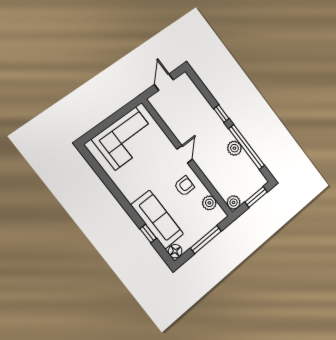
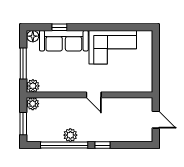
corner sofa: (126, 138) -> (113, 47), moved, turned -90
armchair: (184, 186) -> (72, 77), removed
plant: (209, 203) -> (33, 86), moved

